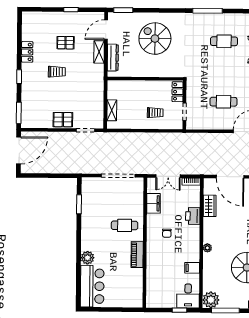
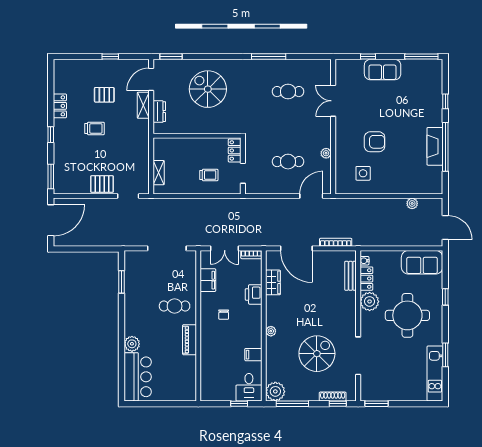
dresser: (113, 58) -> (159, 112), width x0.70

